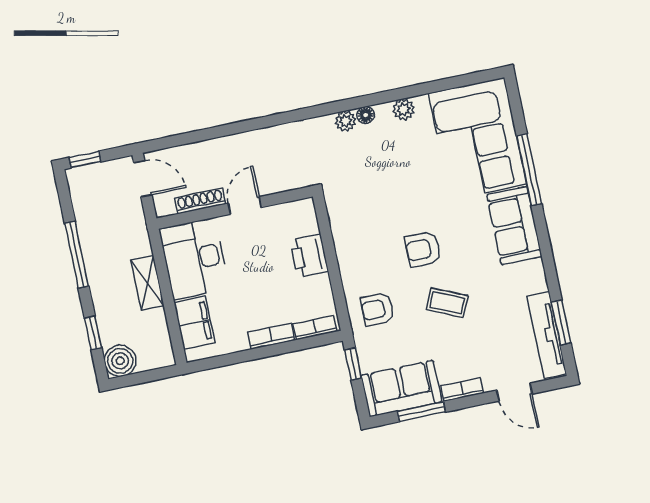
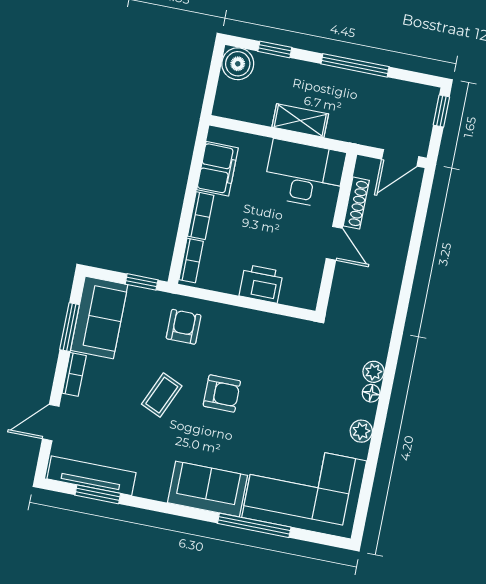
armchair: (423, 249) -> (222, 393), turned 90
filing cabinet: (194, 323) -> (217, 169), moved, turned -90

